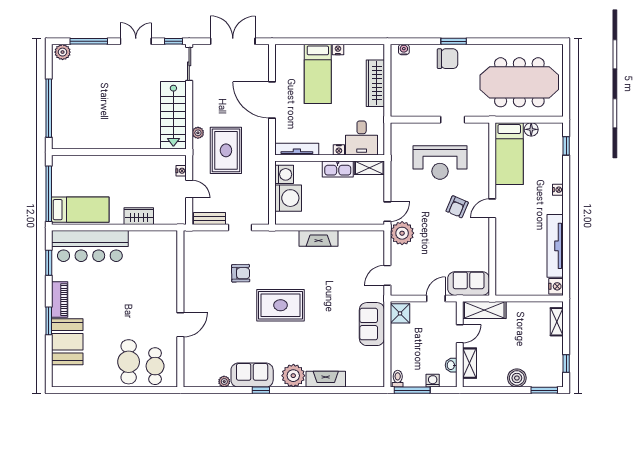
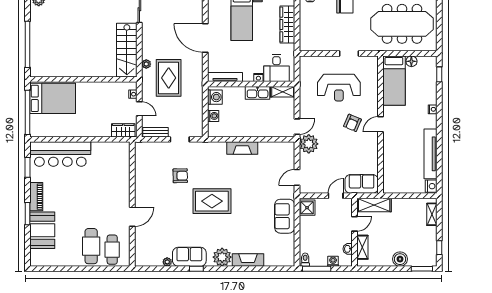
washing machine: (288, 198) -> (213, 116), width x0.53, depth x0.53
bed: (80, 210) -> (53, 98), moved, width x1.50
wardrobe: (139, 216) -> (123, 130), moved

